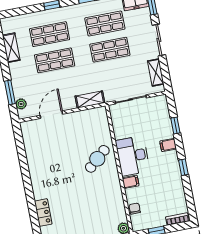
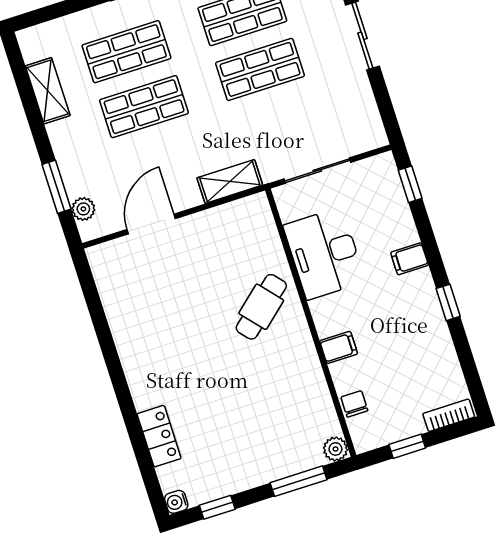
shelving: (156, 72) -> (364, 106), removed
window: (175, 125) -> (410, 184), moved
desk: (133, 156) -> (324, 253), moved

